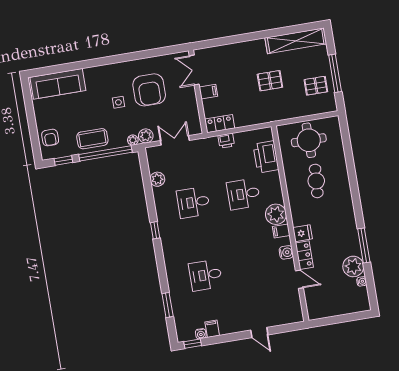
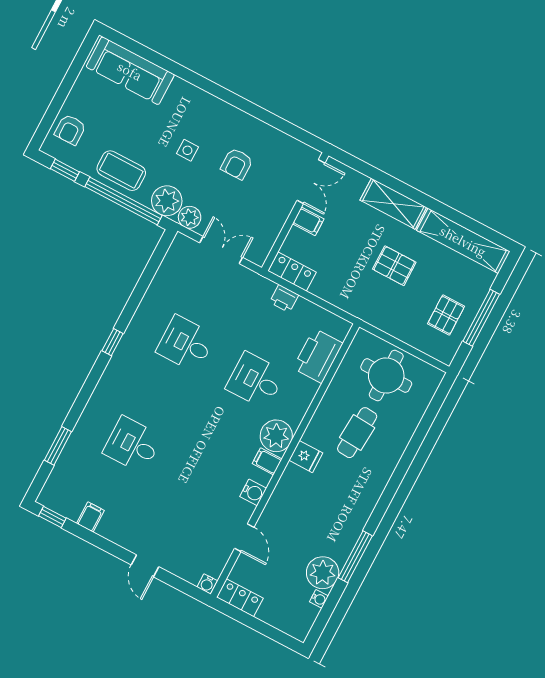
shelving: (245, 49) -> (393, 204), added
double door: (194, 70) -> (311, 182), swing flipped
pallet: (316, 86) -> (446, 315), turned 90
armchair: (149, 90) -> (237, 164), width x0.53, depth x0.53
plant: (133, 140) -> (167, 201), width x1.87, depth x1.87
plant: (157, 179) -> (163, 281), removed
fridge: (303, 233) -> (306, 457), moved
locker: (304, 255) -> (240, 598), moved, turned -90
water cooler: (201, 334) -> (207, 584), moved

